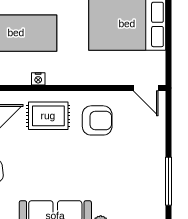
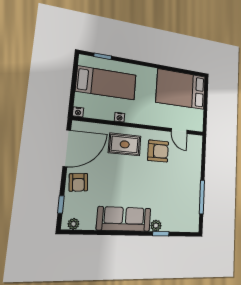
door: (146, 88) -> (179, 131), moved

